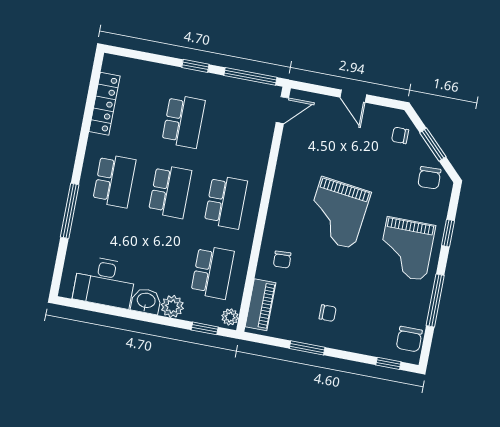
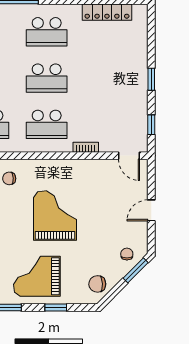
window: (250, 76) -> (151, 125), width x0.46
school desk: (183, 121) -> (105, 78), removed
window: (433, 145) -> (136, 270), moved
bookcase: (262, 160) -> (86, 147), added
grand piano: (337, 213) -> (55, 216), turned 83

